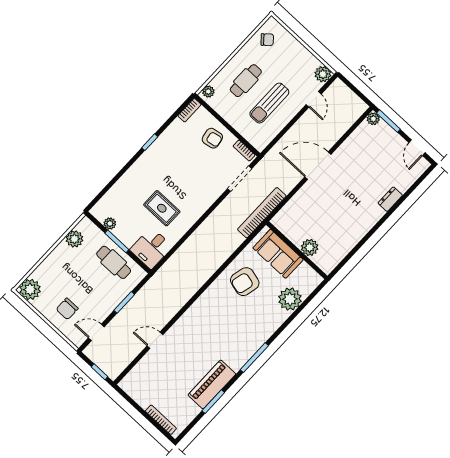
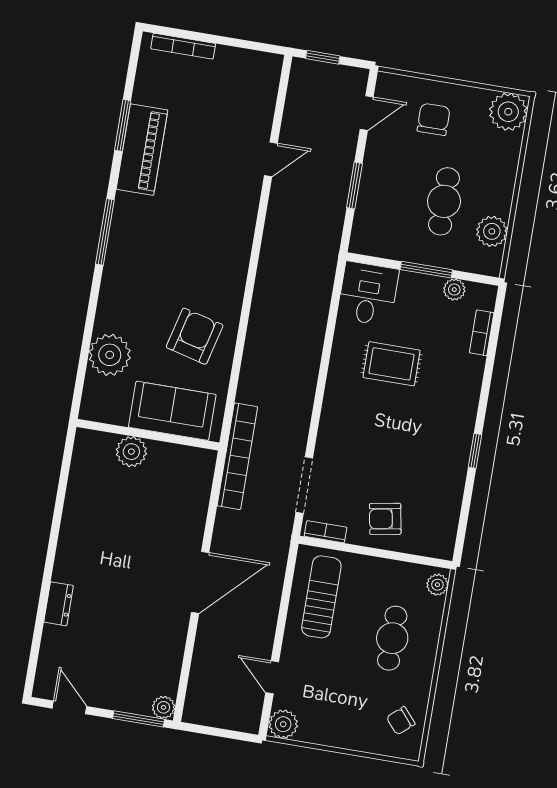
sun lounger: (269, 103) -> (321, 597), moved
bookcase: (189, 110) -> (482, 333), moved
cafe table: (114, 262) -> (444, 201), moved, turned 90

